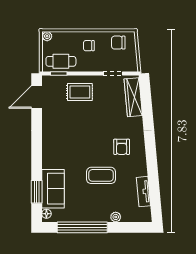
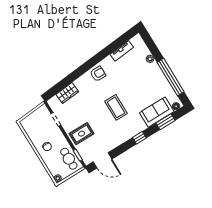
chair: (118, 43) -> (33, 128), removed
rug: (80, 92) -> (82, 134), turned 90
wardrobe: (133, 97) -> (67, 93), width x0.67
armchair: (122, 147) -> (98, 74), moved
window: (37, 153) -> (139, 138), added
coffee table: (101, 175) -> (116, 107), moved

